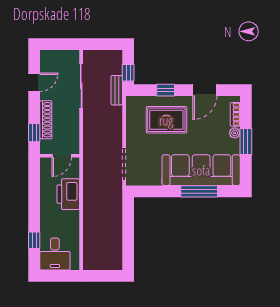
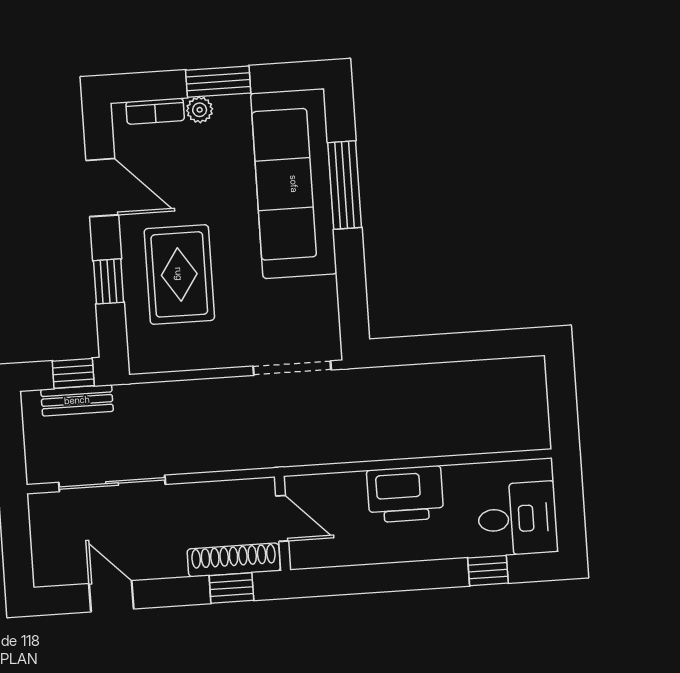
bench: (117, 90) -> (77, 400), moved
shoe rack: (46, 120) -> (234, 560), moved
printer: (68, 194) -> (405, 494), moved

